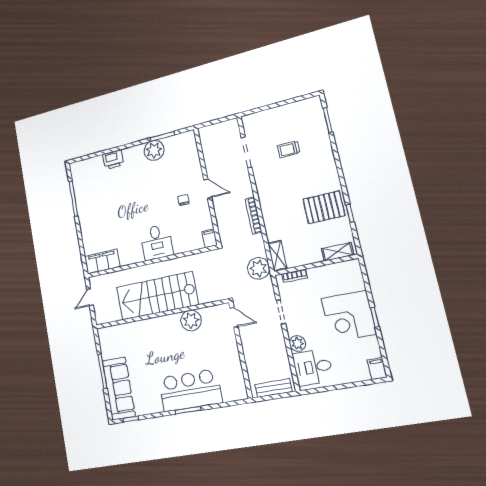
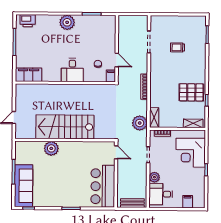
plant: (154, 150) -> (67, 22), moved
printer: (113, 160) -> (28, 21), moved
filing cabinet: (210, 238) -> (111, 76), moved
desk: (157, 242) -> (72, 70), moved
filing cabinet: (102, 262) -> (29, 75), moved
wall: (151, 262) -> (65, 83), moved
corner desk: (349, 316) -> (191, 153), moved
plant: (191, 321) -> (51, 148), moved
filing cabinet: (377, 369) -> (188, 202), moved
bar counter: (190, 390) -> (103, 186), moved, turned -90

